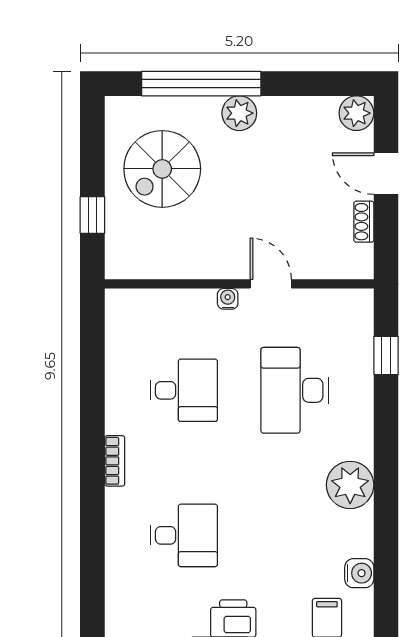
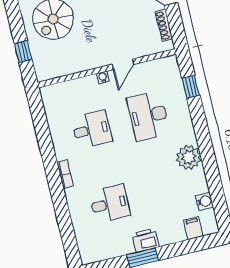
shoe rack: (364, 222) -> (164, 25), width x1.43
door: (271, 284) -> (123, 64), swing flipped

